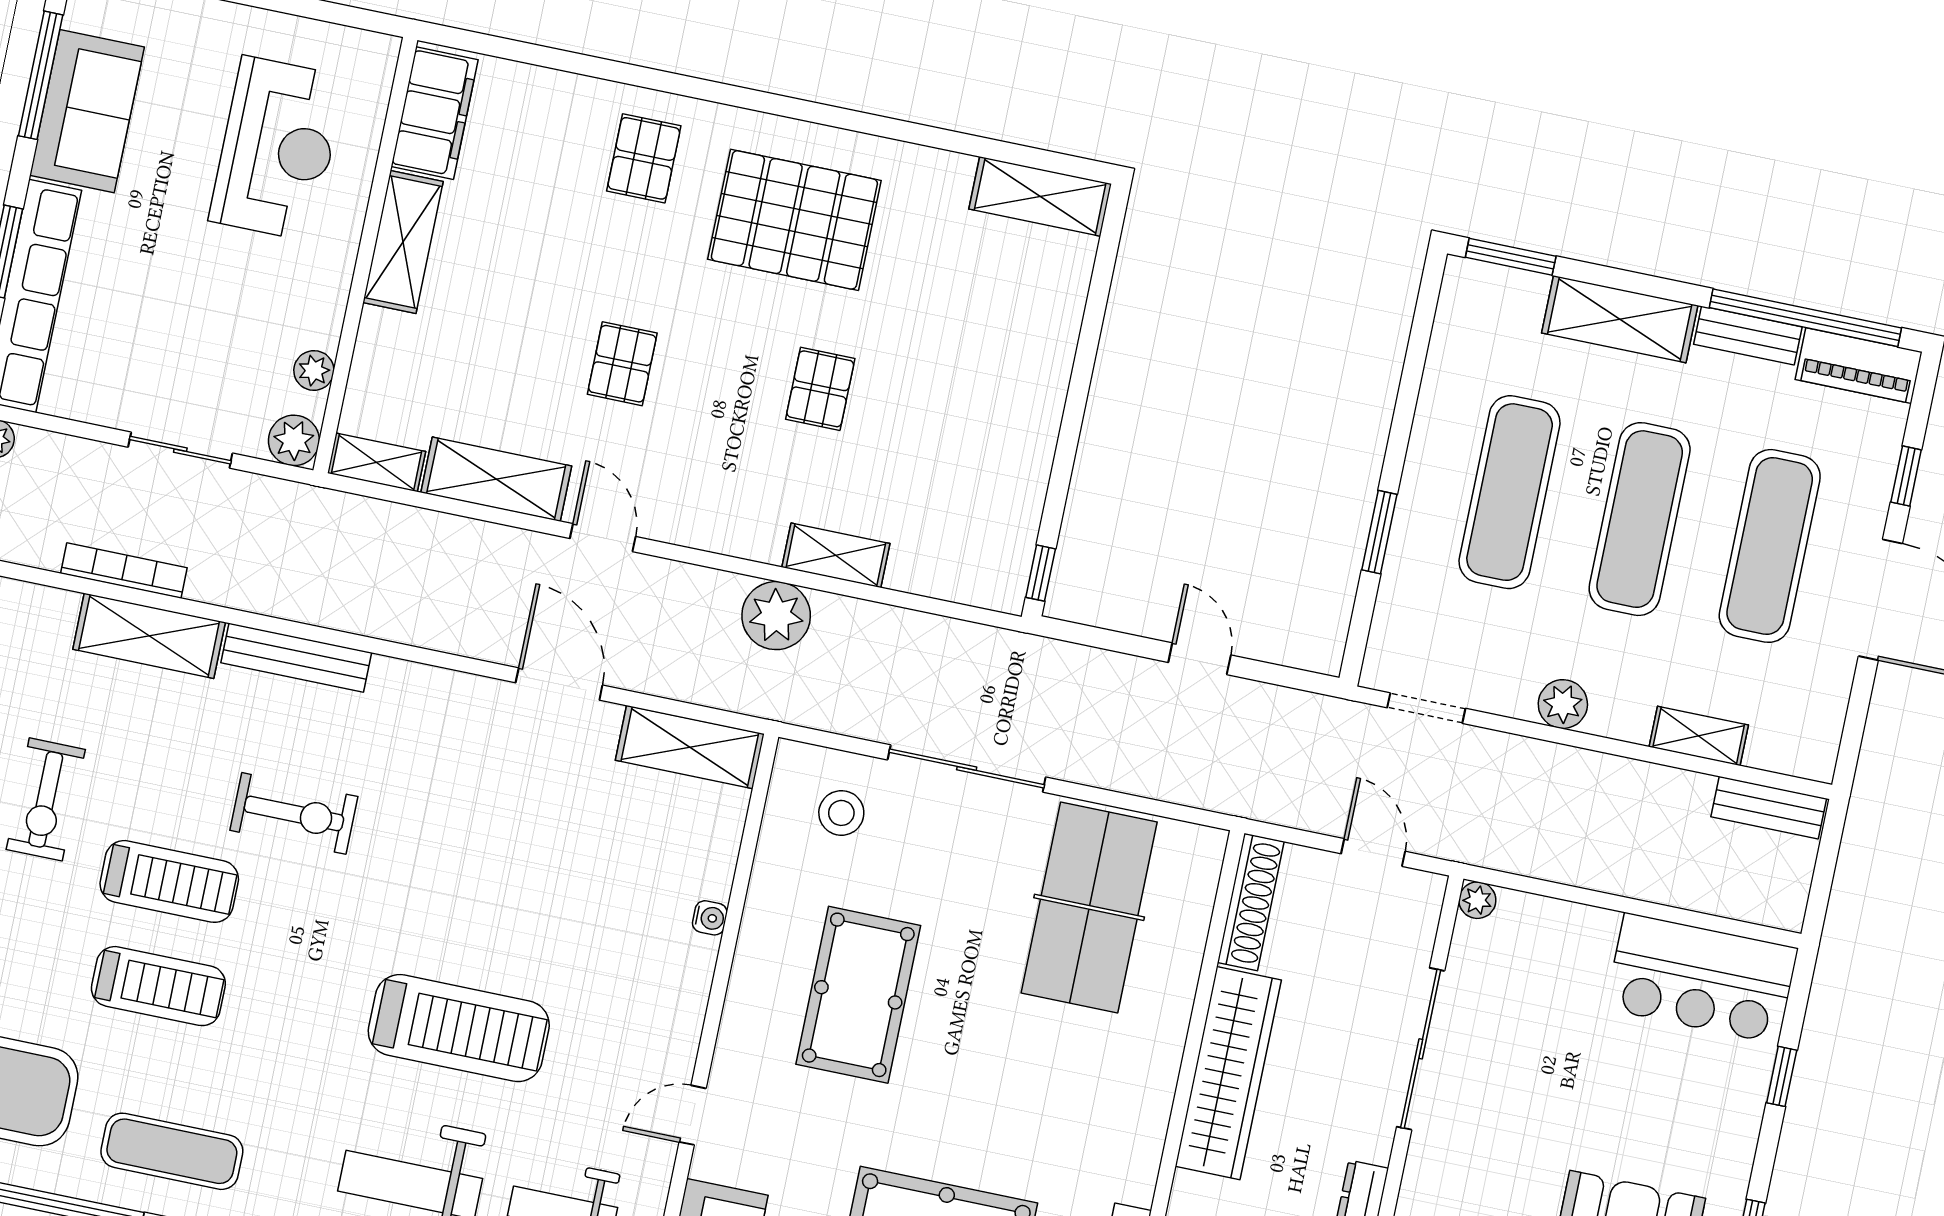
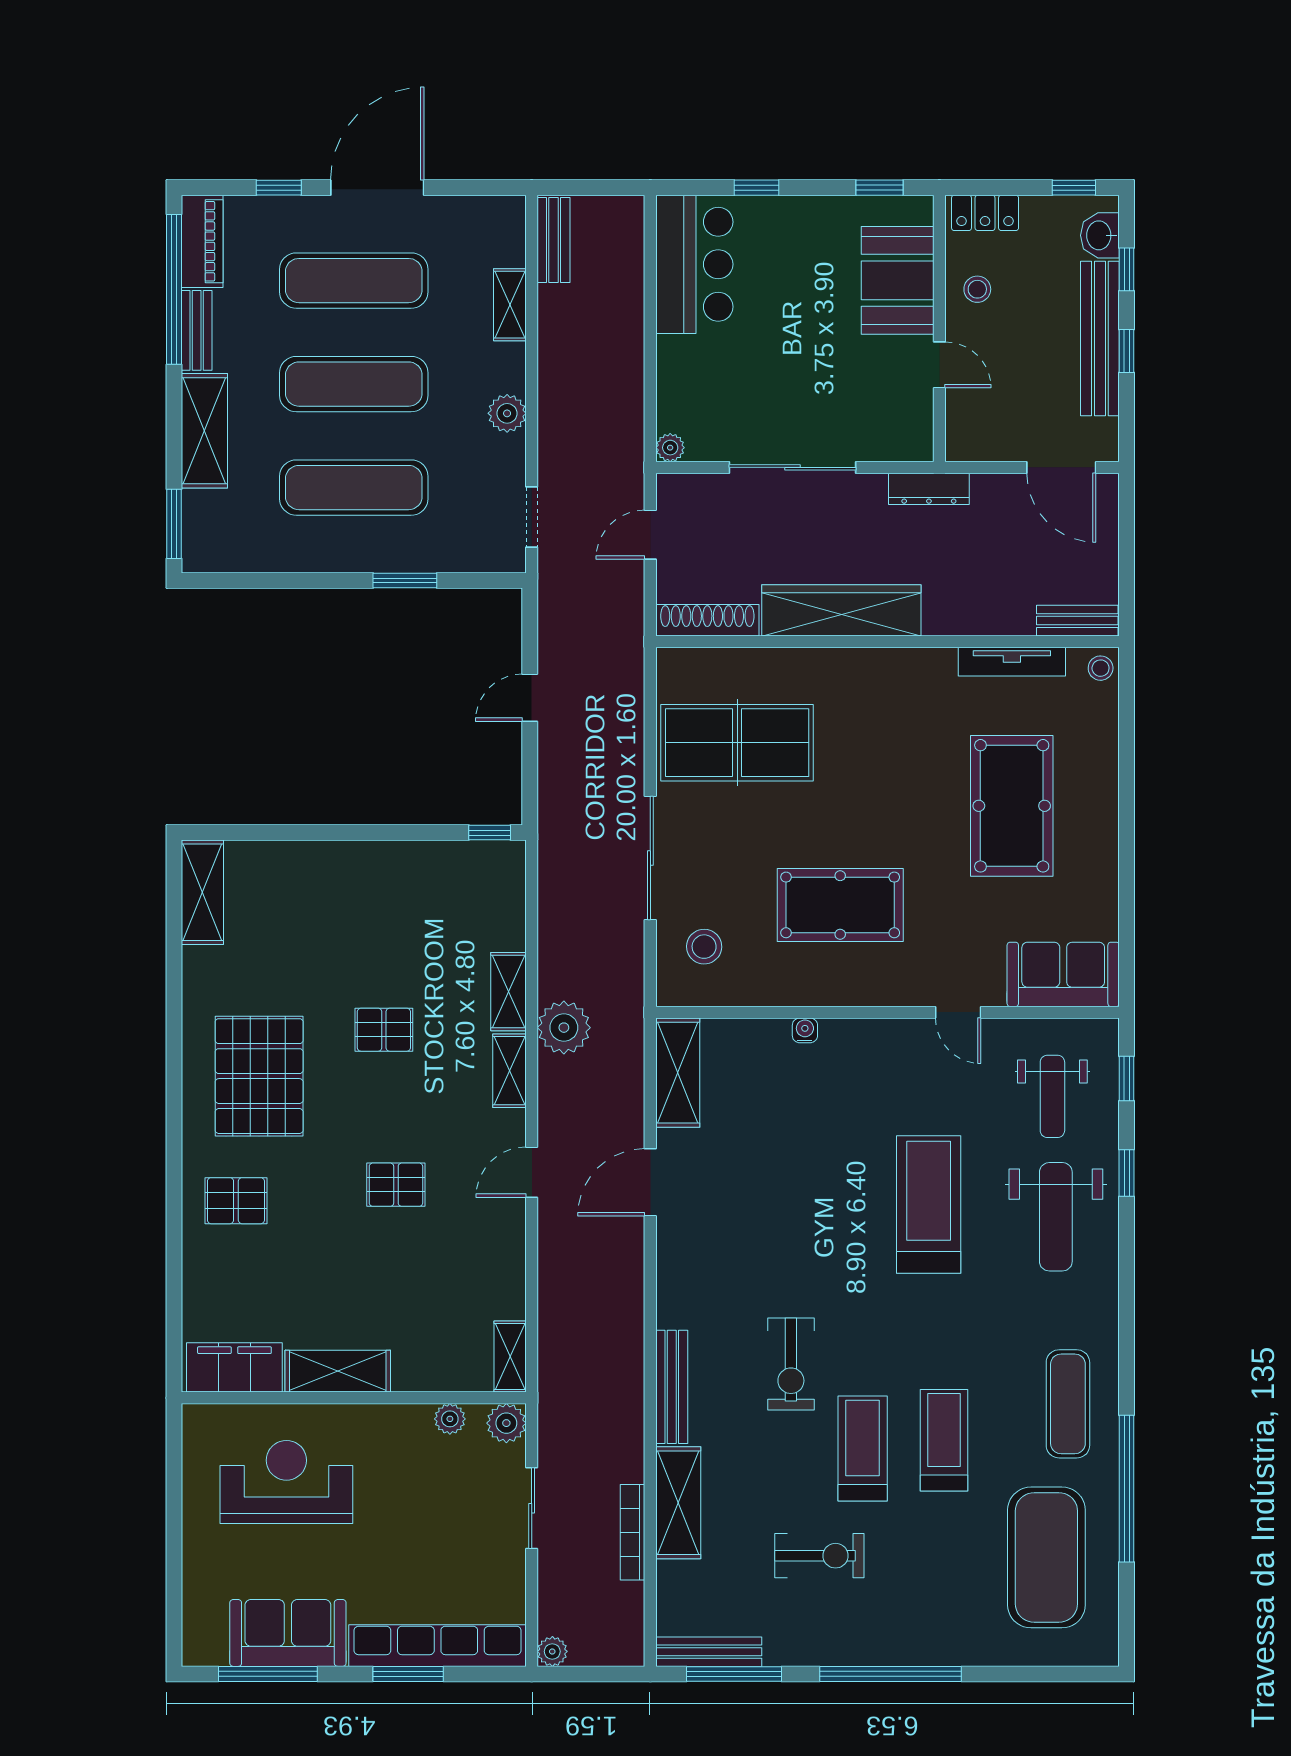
shelving: (496, 479) -> (510, 1071), moved, width x0.67, depth x0.75
exercise bike: (294, 813) -> (791, 1364), turned 180

